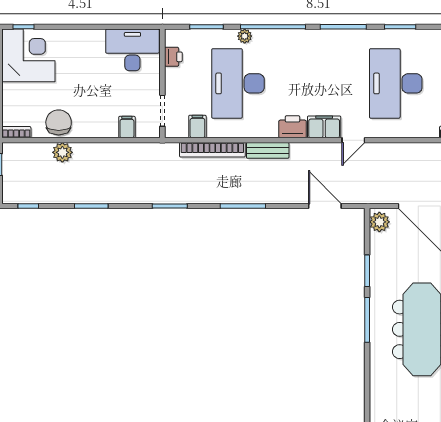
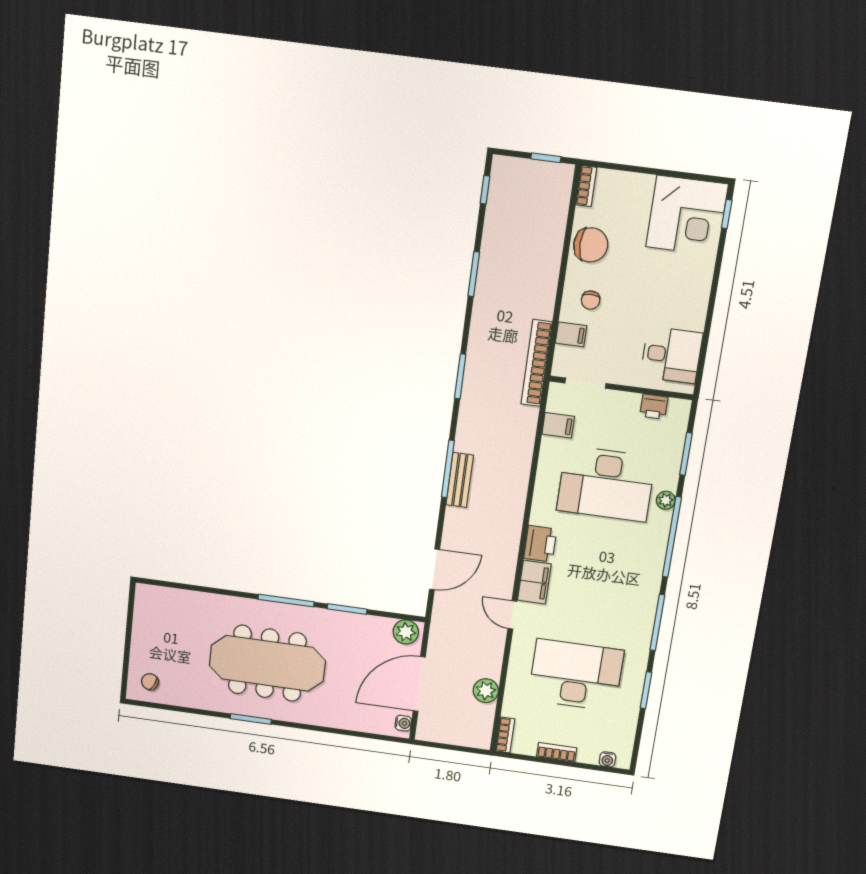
desk: (132, 50) -> (671, 355), width x0.73
desk: (238, 83) -> (606, 484), turned 180
chair: (99, 116) -> (591, 300), added
bookcase: (212, 150) -> (536, 363), moved
bench: (268, 150) -> (460, 480), moved
plant: (62, 152) -> (486, 691), moved

